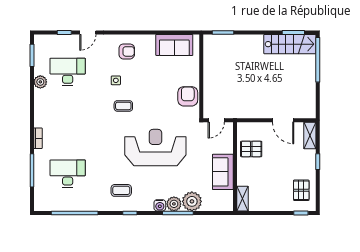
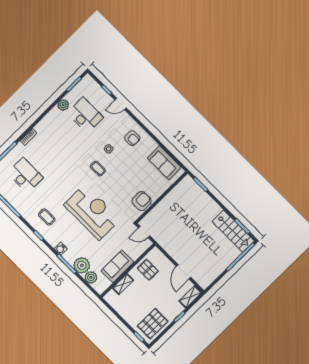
pallet: (301, 190) -> (153, 324), width x1.50, depth x1.42
shelving: (243, 199) -> (123, 284), moved
plant: (174, 204) -> (91, 277), moved

